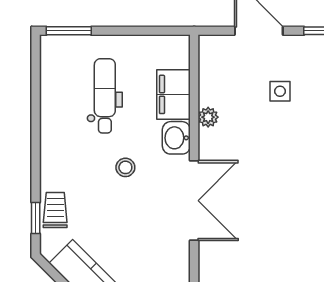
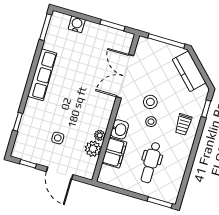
plant: (213, 90) -> (93, 149), added
double door: (194, 201) -> (125, 76), moved
stool: (137, 202) -> (150, 102), added
trolley: (55, 210) -> (183, 124), moved

